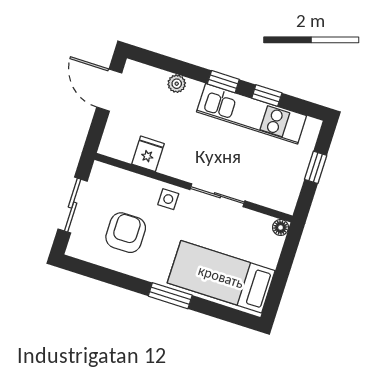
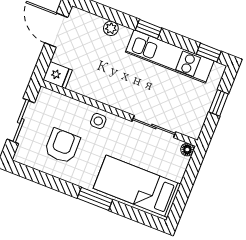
window: (267, 96) -> (209, 53), moved
fridge: (148, 154) -> (58, 75), moved, turned 90
sliding door: (217, 195) -> (154, 127), moved

